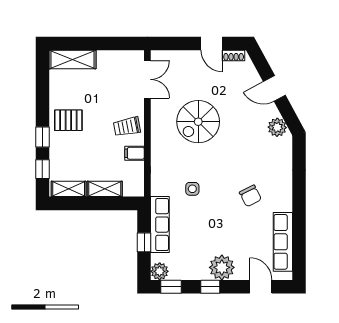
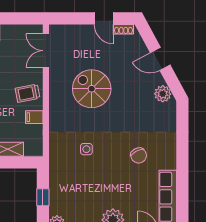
double door: (147, 79) -> (46, 51), swing flipped
spiral stairs: (198, 122) -> (92, 89), turned 90
row of seats: (160, 225) -> (57, 181), removed

